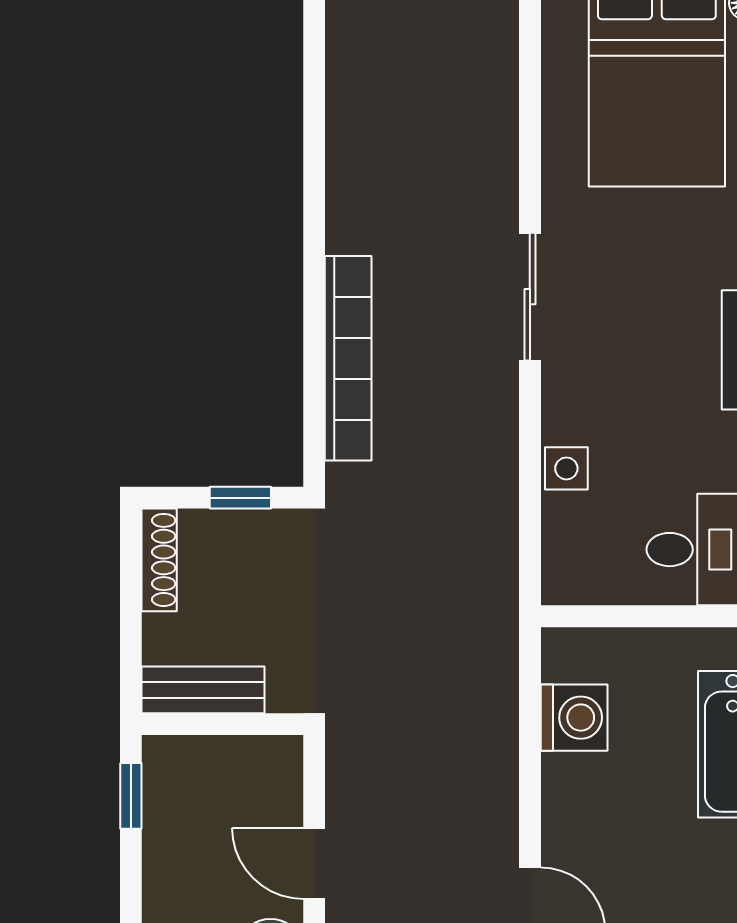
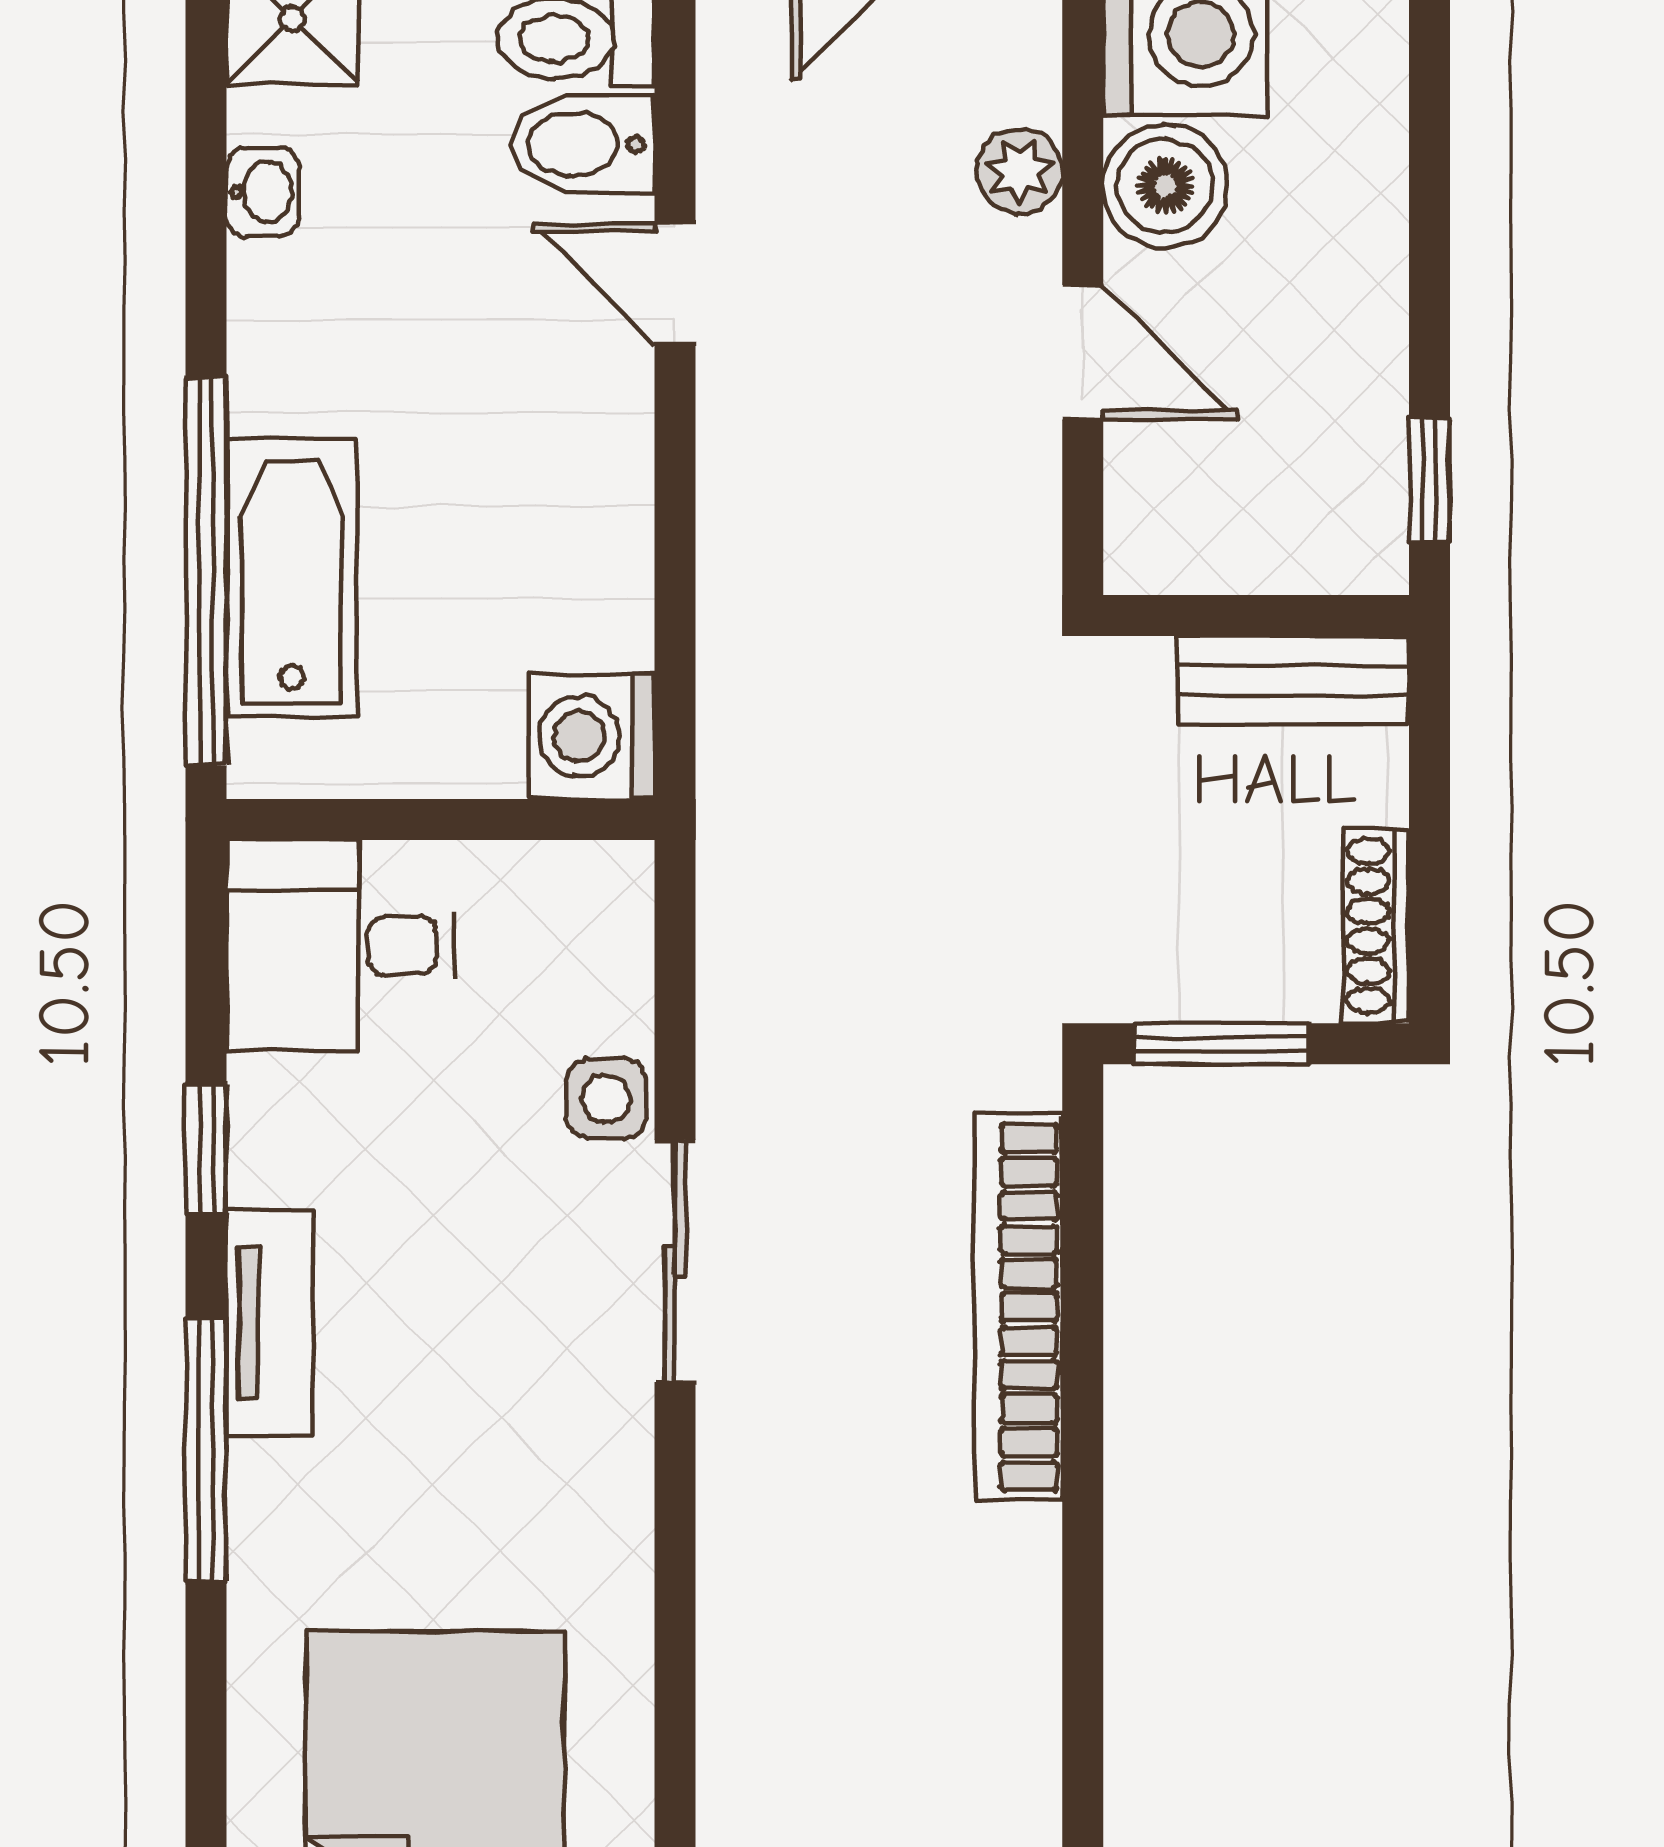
sliding door: (530, 297) -> (675, 1261), moved
window: (240, 498) -> (1222, 1044), width x1.50
washing machine: (574, 718) -> (592, 736), moved

